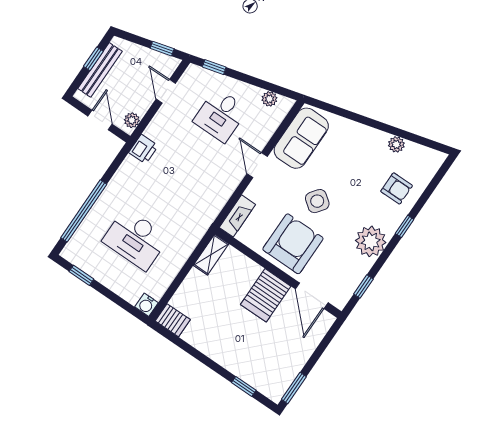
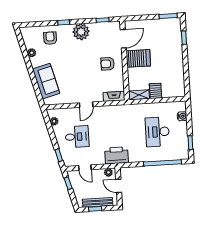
door: (166, 91) -> (85, 168), hinge flipped
door: (100, 120) -> (119, 186), hinge flipped
sofa: (301, 138) -> (46, 81), moved, turned 75
printer: (143, 149) -> (117, 155), width x1.87, depth x1.48
side table: (317, 201) -> (82, 68), removed
desk: (135, 239) -> (157, 132), turned 180
armchair: (293, 244) -> (108, 64), width x0.53, depth x0.53
water cooler: (147, 305) -> (182, 116), moved
server rack: (173, 320) -> (155, 91), moved

